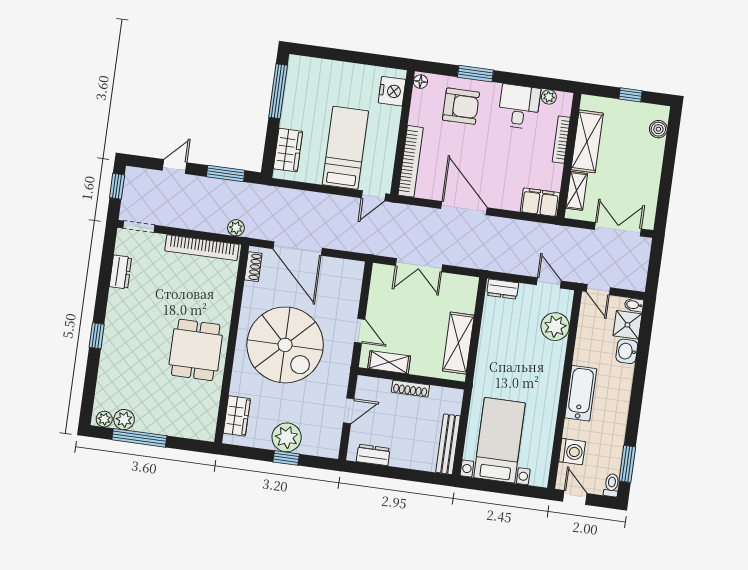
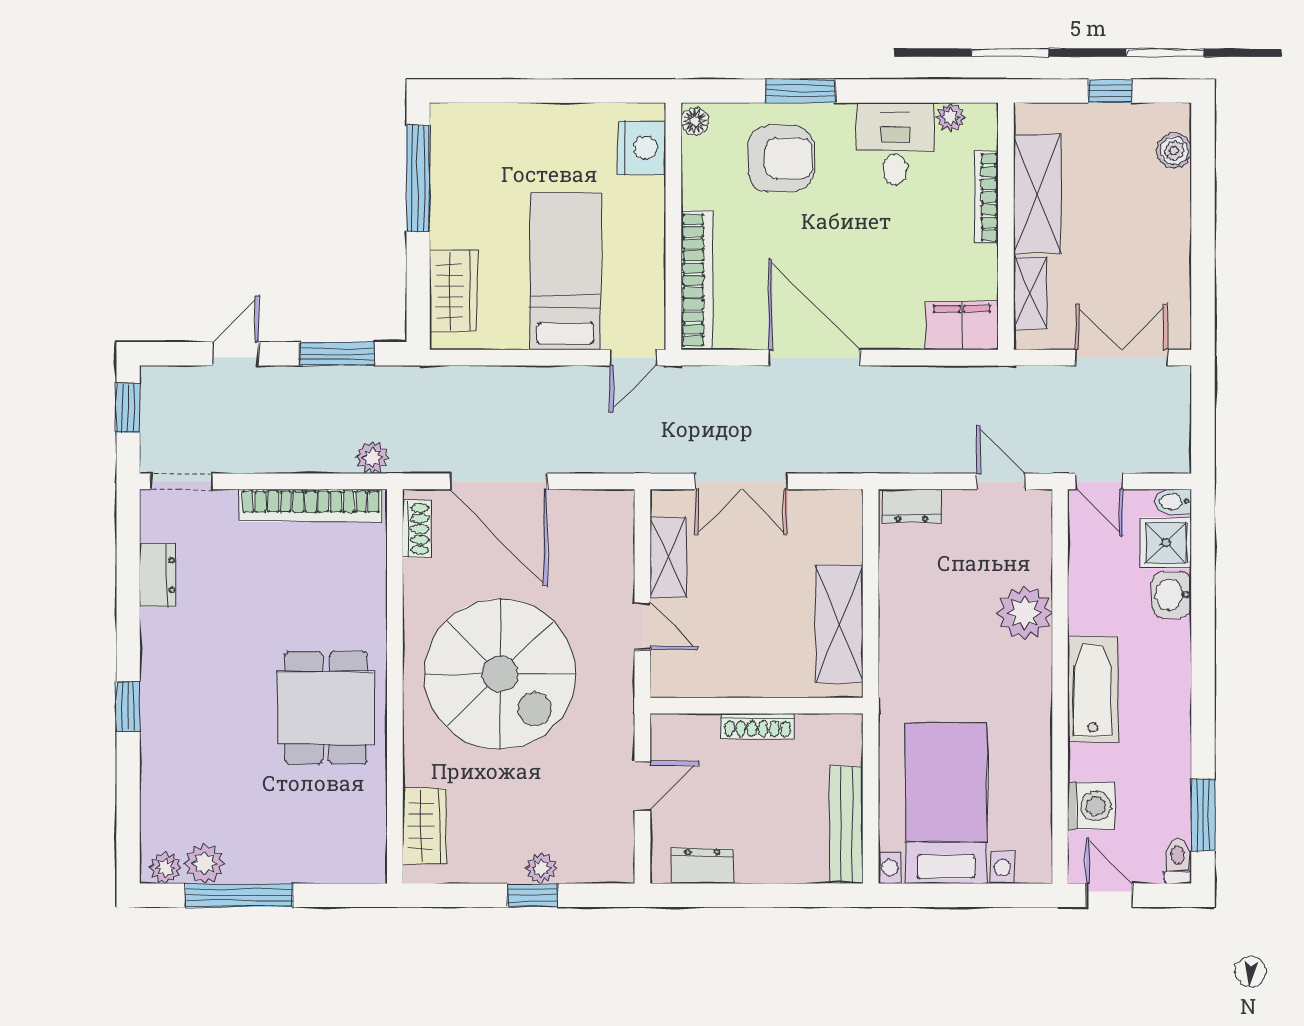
plant: (555, 327) -> (1025, 613), moved
shelving: (389, 362) -> (668, 557), moved, turned 90
plant: (287, 437) -> (541, 868), width x0.53, depth x0.53

